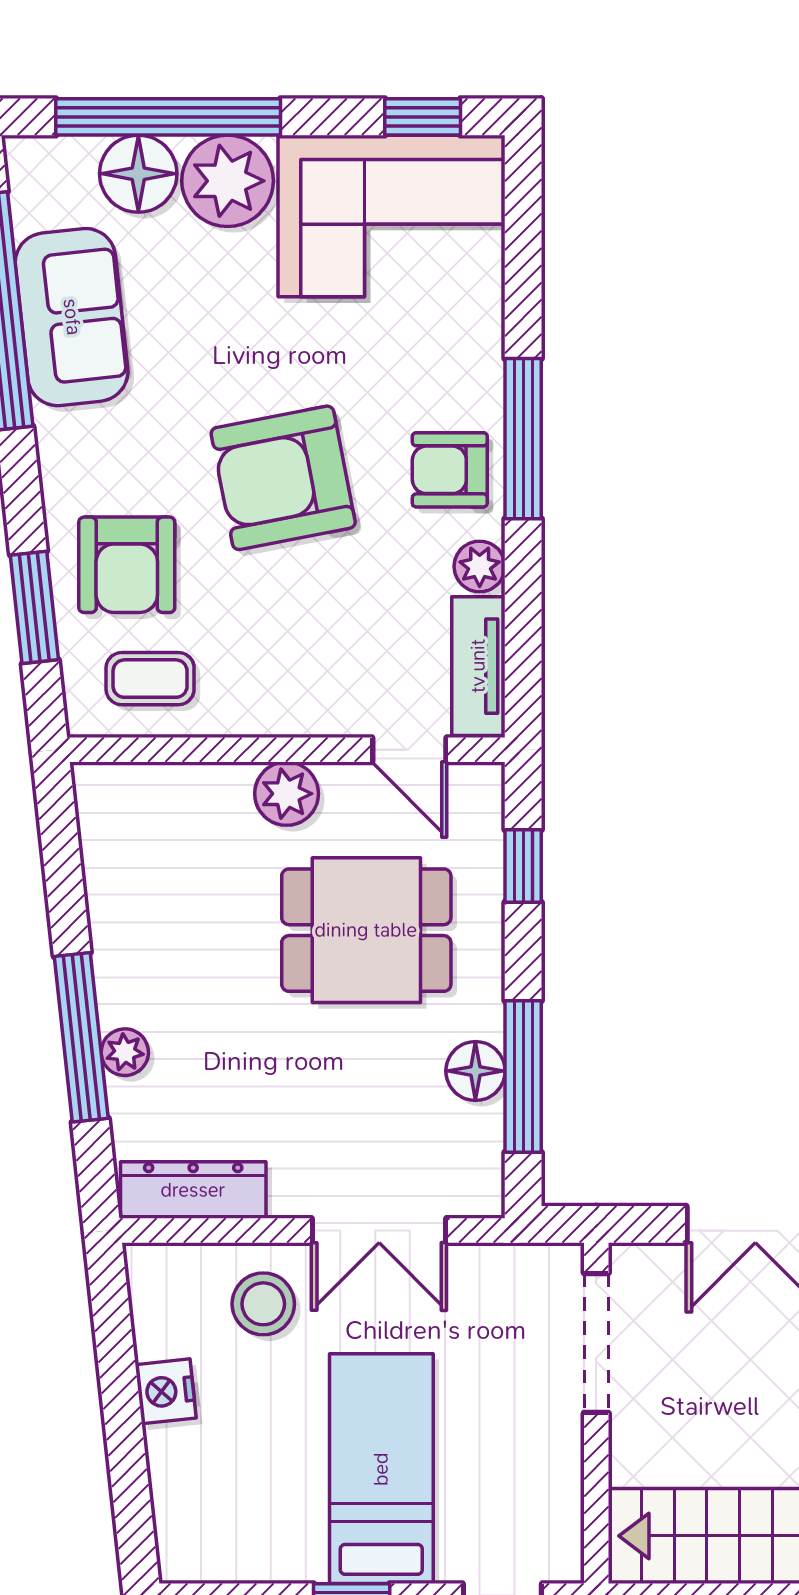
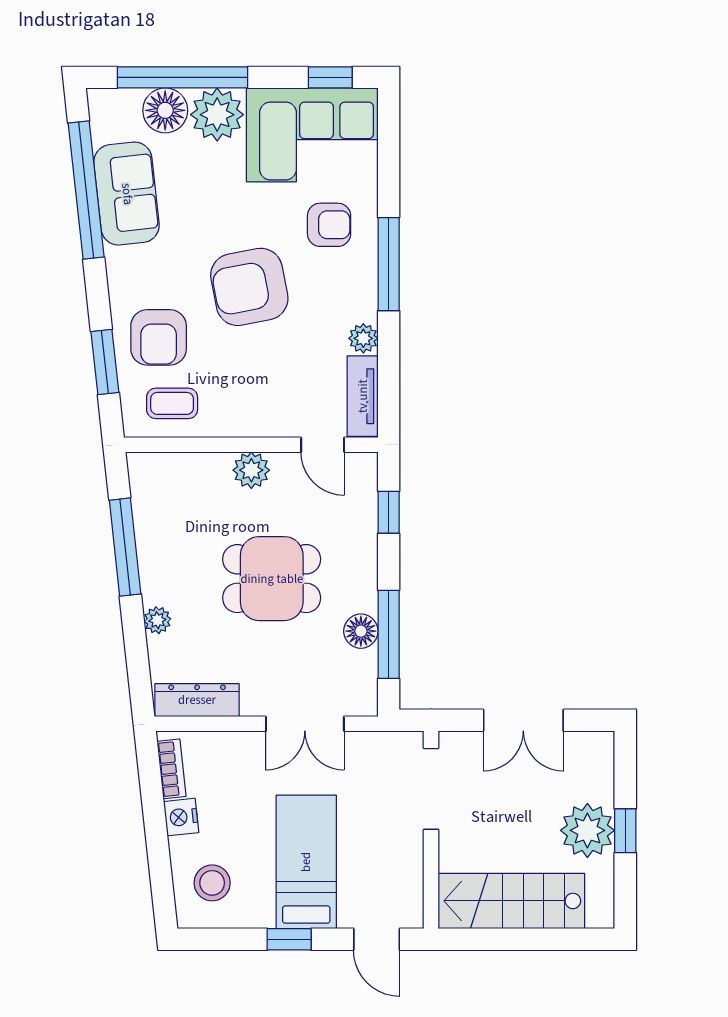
armchair: (450, 470) -> (329, 225), moved, turned 180
dining table: (366, 930) -> (272, 579), moved
window: (81, 1037) -> (125, 547), moved
stool: (263, 1304) -> (212, 883), moved
bookcase: (149, 1308) -> (171, 769), added

